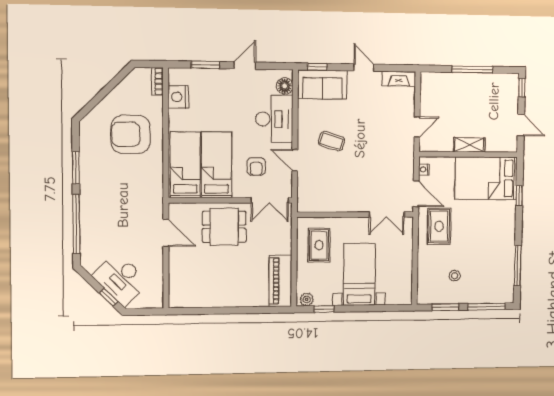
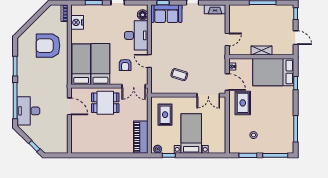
coffee table: (331, 141) -> (179, 75), moved
desk: (121, 279) -> (28, 111), moved, turned 45

